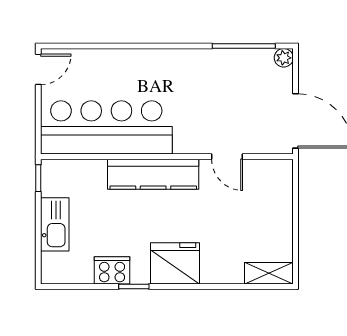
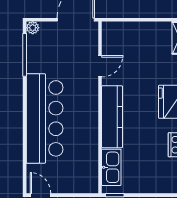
bar counter: (106, 127) -> (45, 118), moved, turned 180
kitchen sink: (55, 224) -> (111, 167), moved, turned 90

